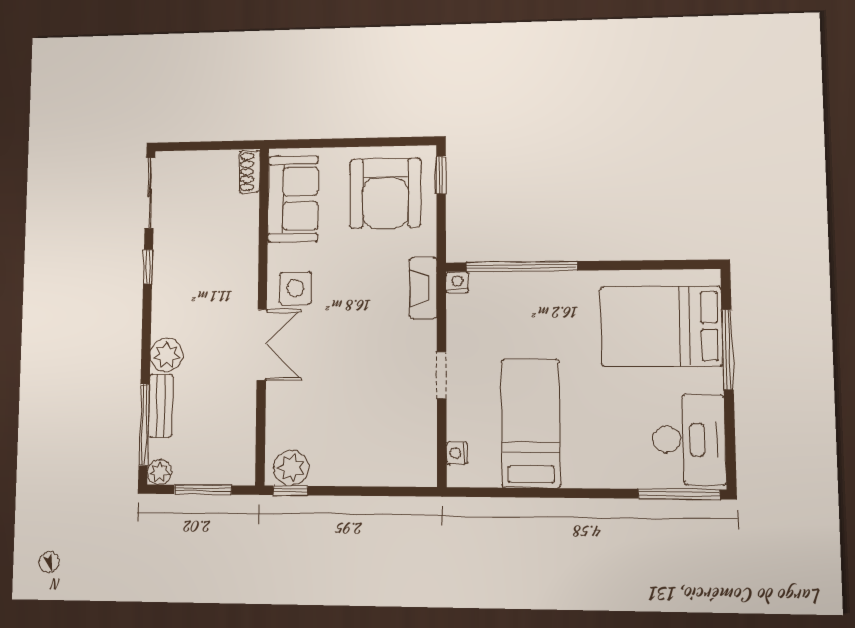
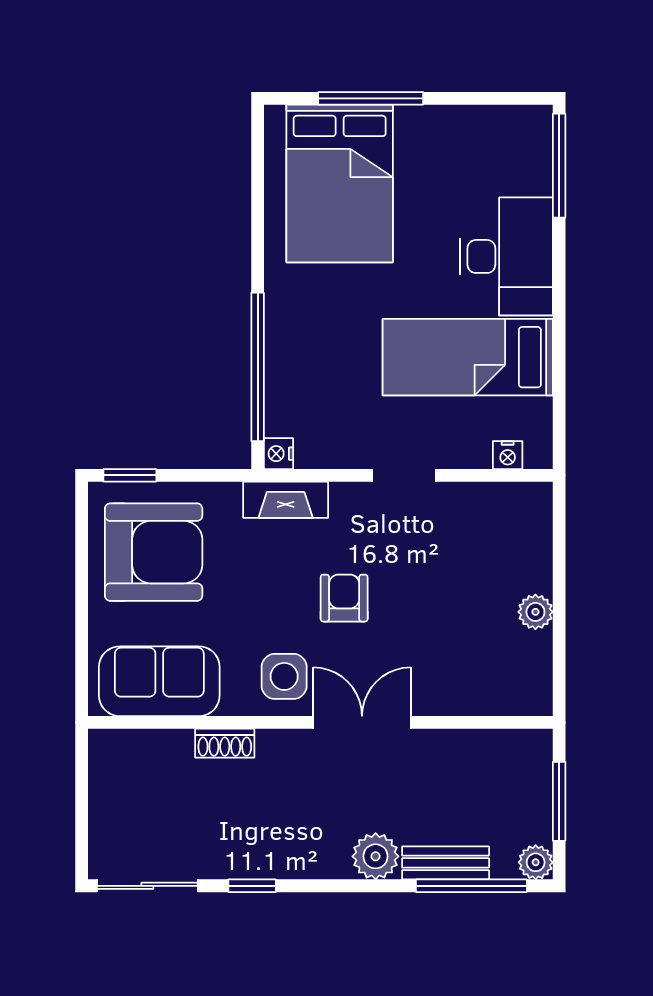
shoe rack: (250, 172) -> (225, 743), moved
armchair: (352, 331) -> (344, 598), added
desk: (689, 440) -> (506, 256), moved, turned 90
plant: (291, 468) -> (535, 612), moved, width x0.73, depth x0.73
window: (290, 490) -> (559, 680), removed

